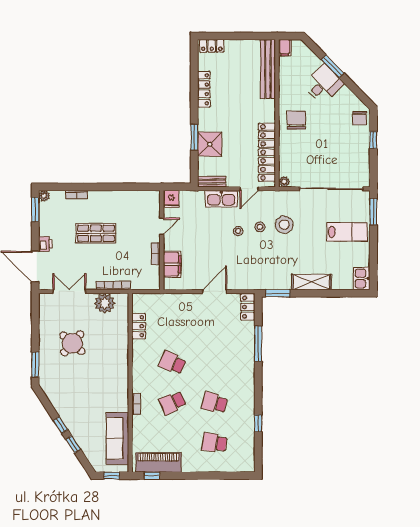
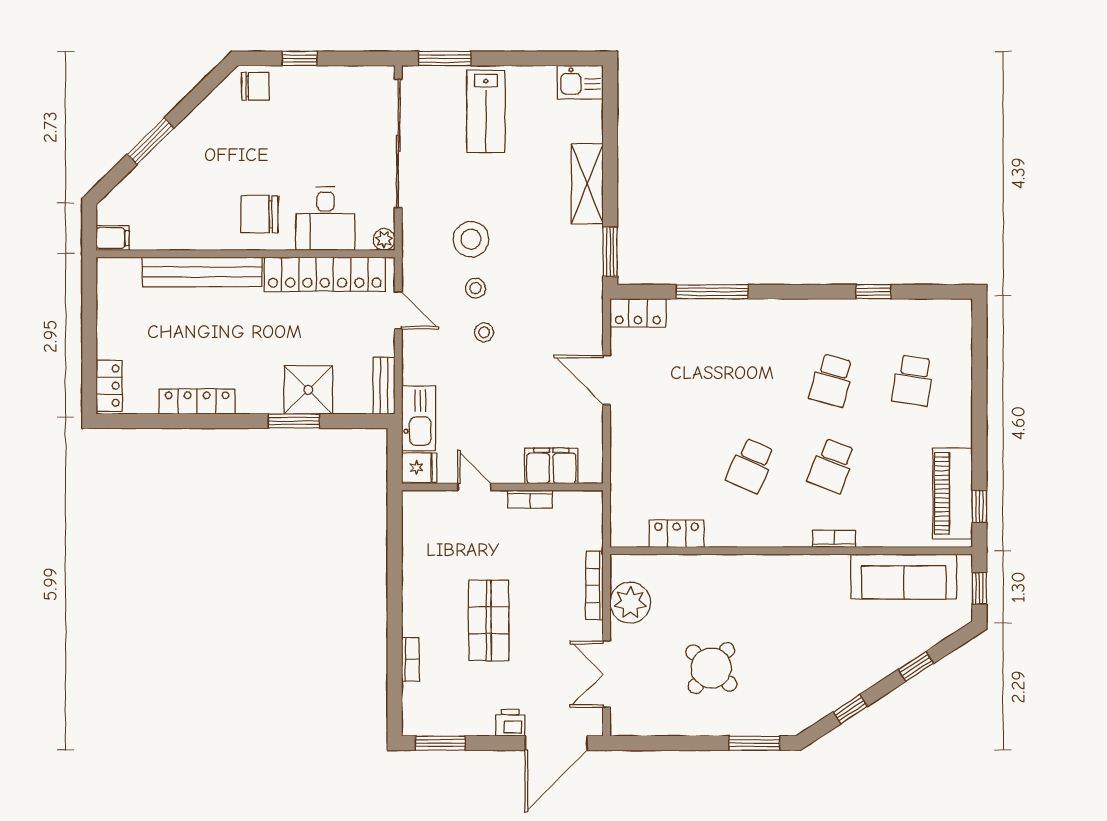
bench: (268, 69) -> (202, 272), moved
desk: (323, 84) -> (325, 219), moved, turned -135
plant: (44, 196) -> (413, 725), removed
kitchen sink: (221, 199) -> (419, 418), moved
lab bench: (347, 232) -> (486, 111), turned 180
school desk: (172, 403) -> (832, 466), turned 45
window: (61, 425) -> (850, 709), moved

